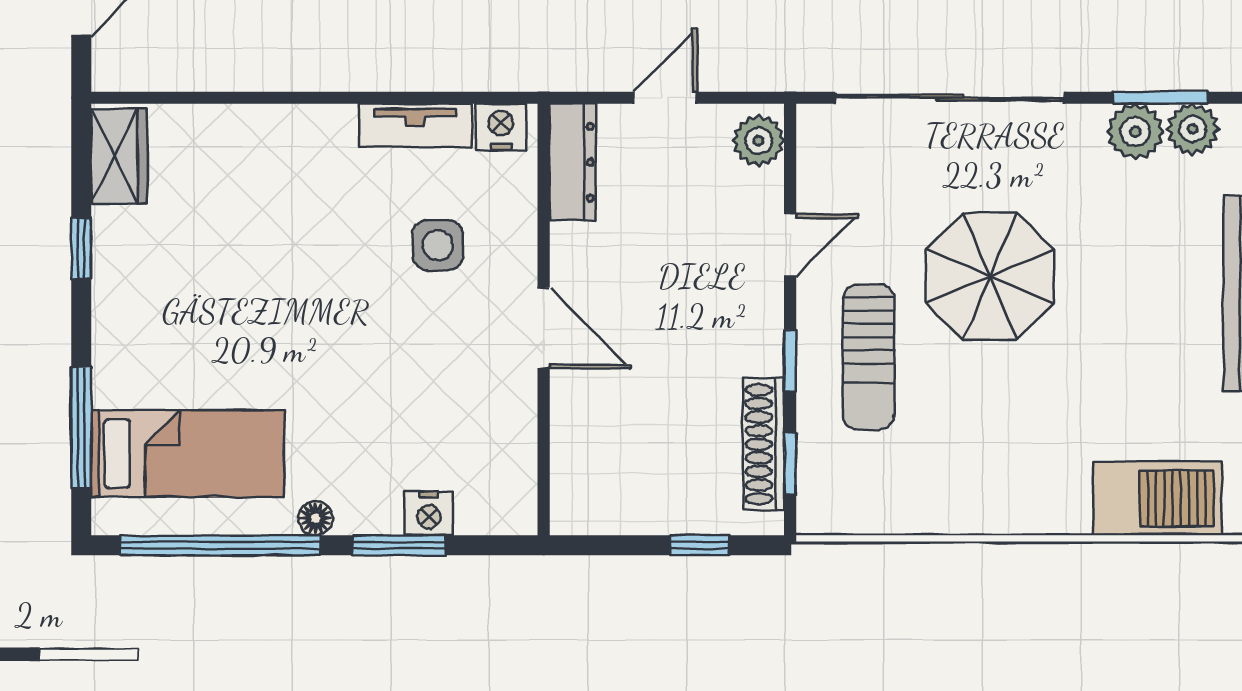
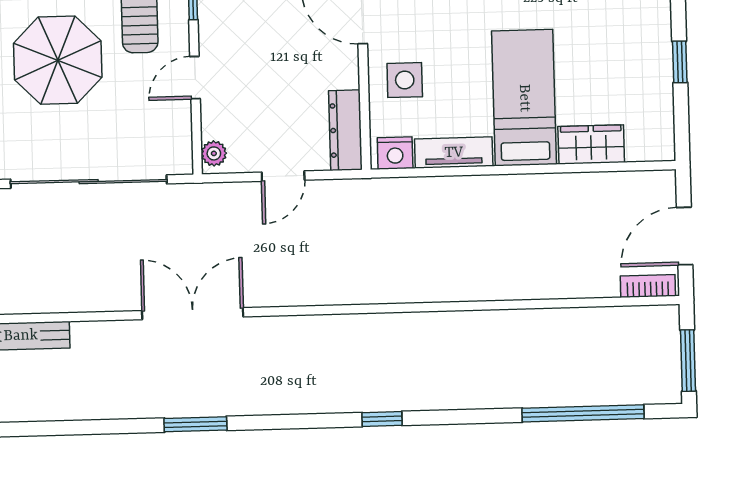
plant: (759, 141) -> (214, 153), width x0.73, depth x0.73
wardrobe: (119, 156) -> (591, 145), moved, turned 90
bed: (310, 202) -> (524, 98), added
side table: (438, 245) -> (405, 80), moved

